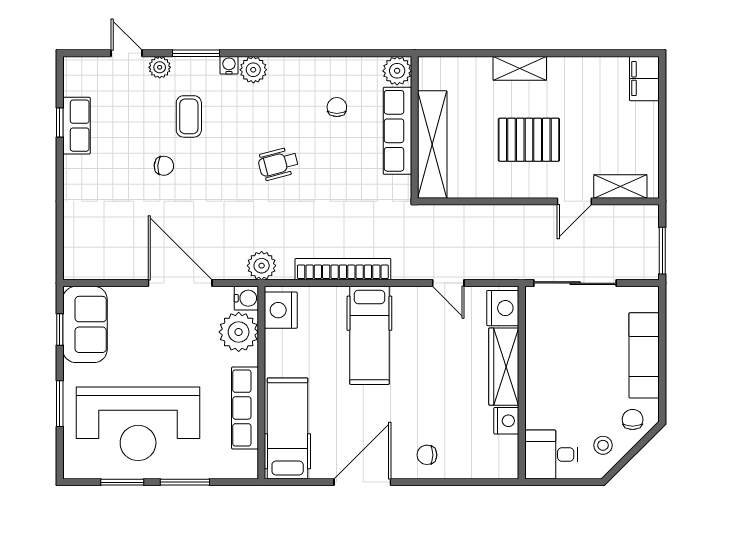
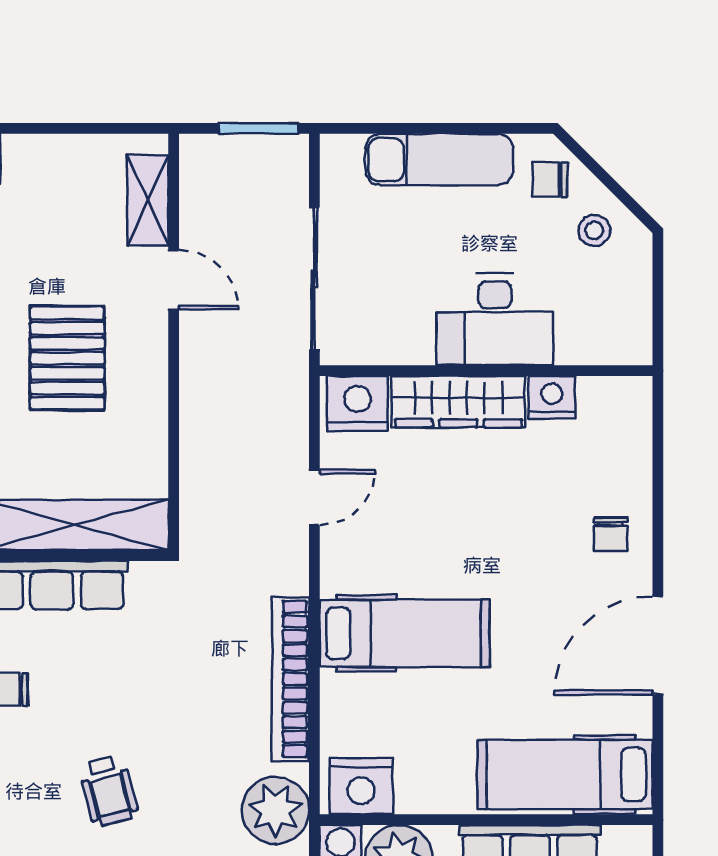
plant: (262, 266) -> (275, 810), width x1.36, depth x1.36
desk: (551, 455) -> (495, 320), moved, width x1.37
door: (362, 482) -> (658, 645), hinge flipped

